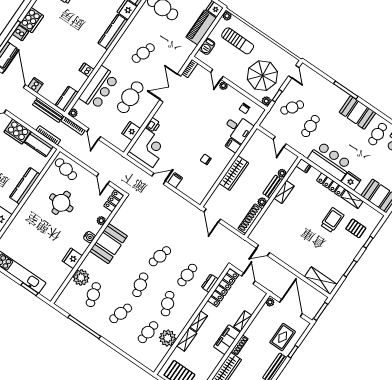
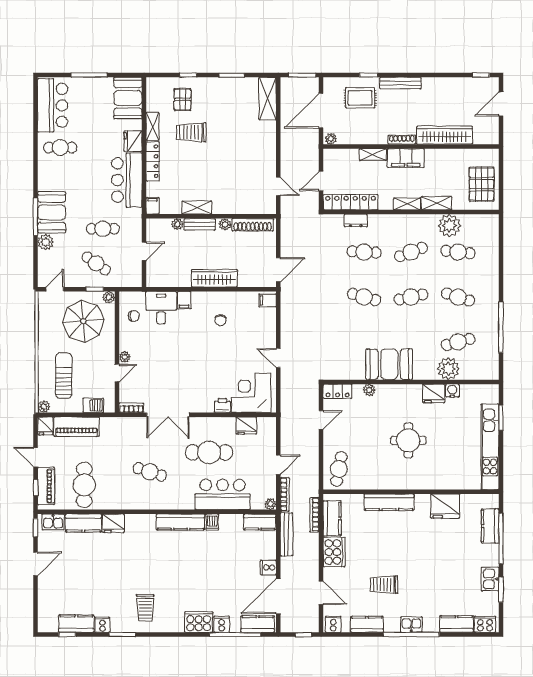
kitchen counter: (113, 32) -> (181, 522), moved
plant: (326, 86) -> (46, 242), added
booth: (357, 112) -> (52, 212), moved
filing cabinet: (175, 180) -> (267, 300), moved
round table: (61, 203) -> (408, 440), moved
water cooler: (89, 237) -> (452, 391), moved

